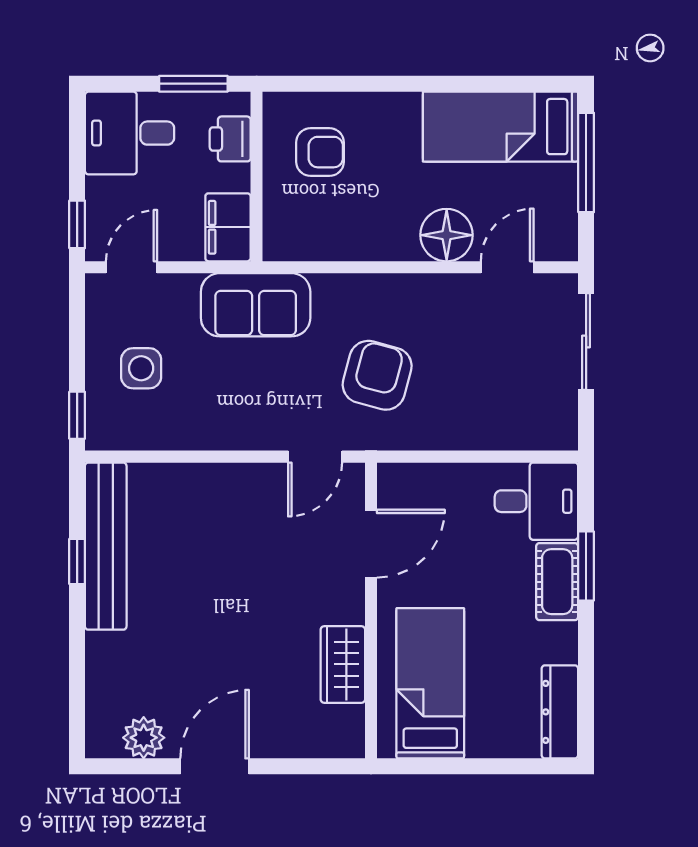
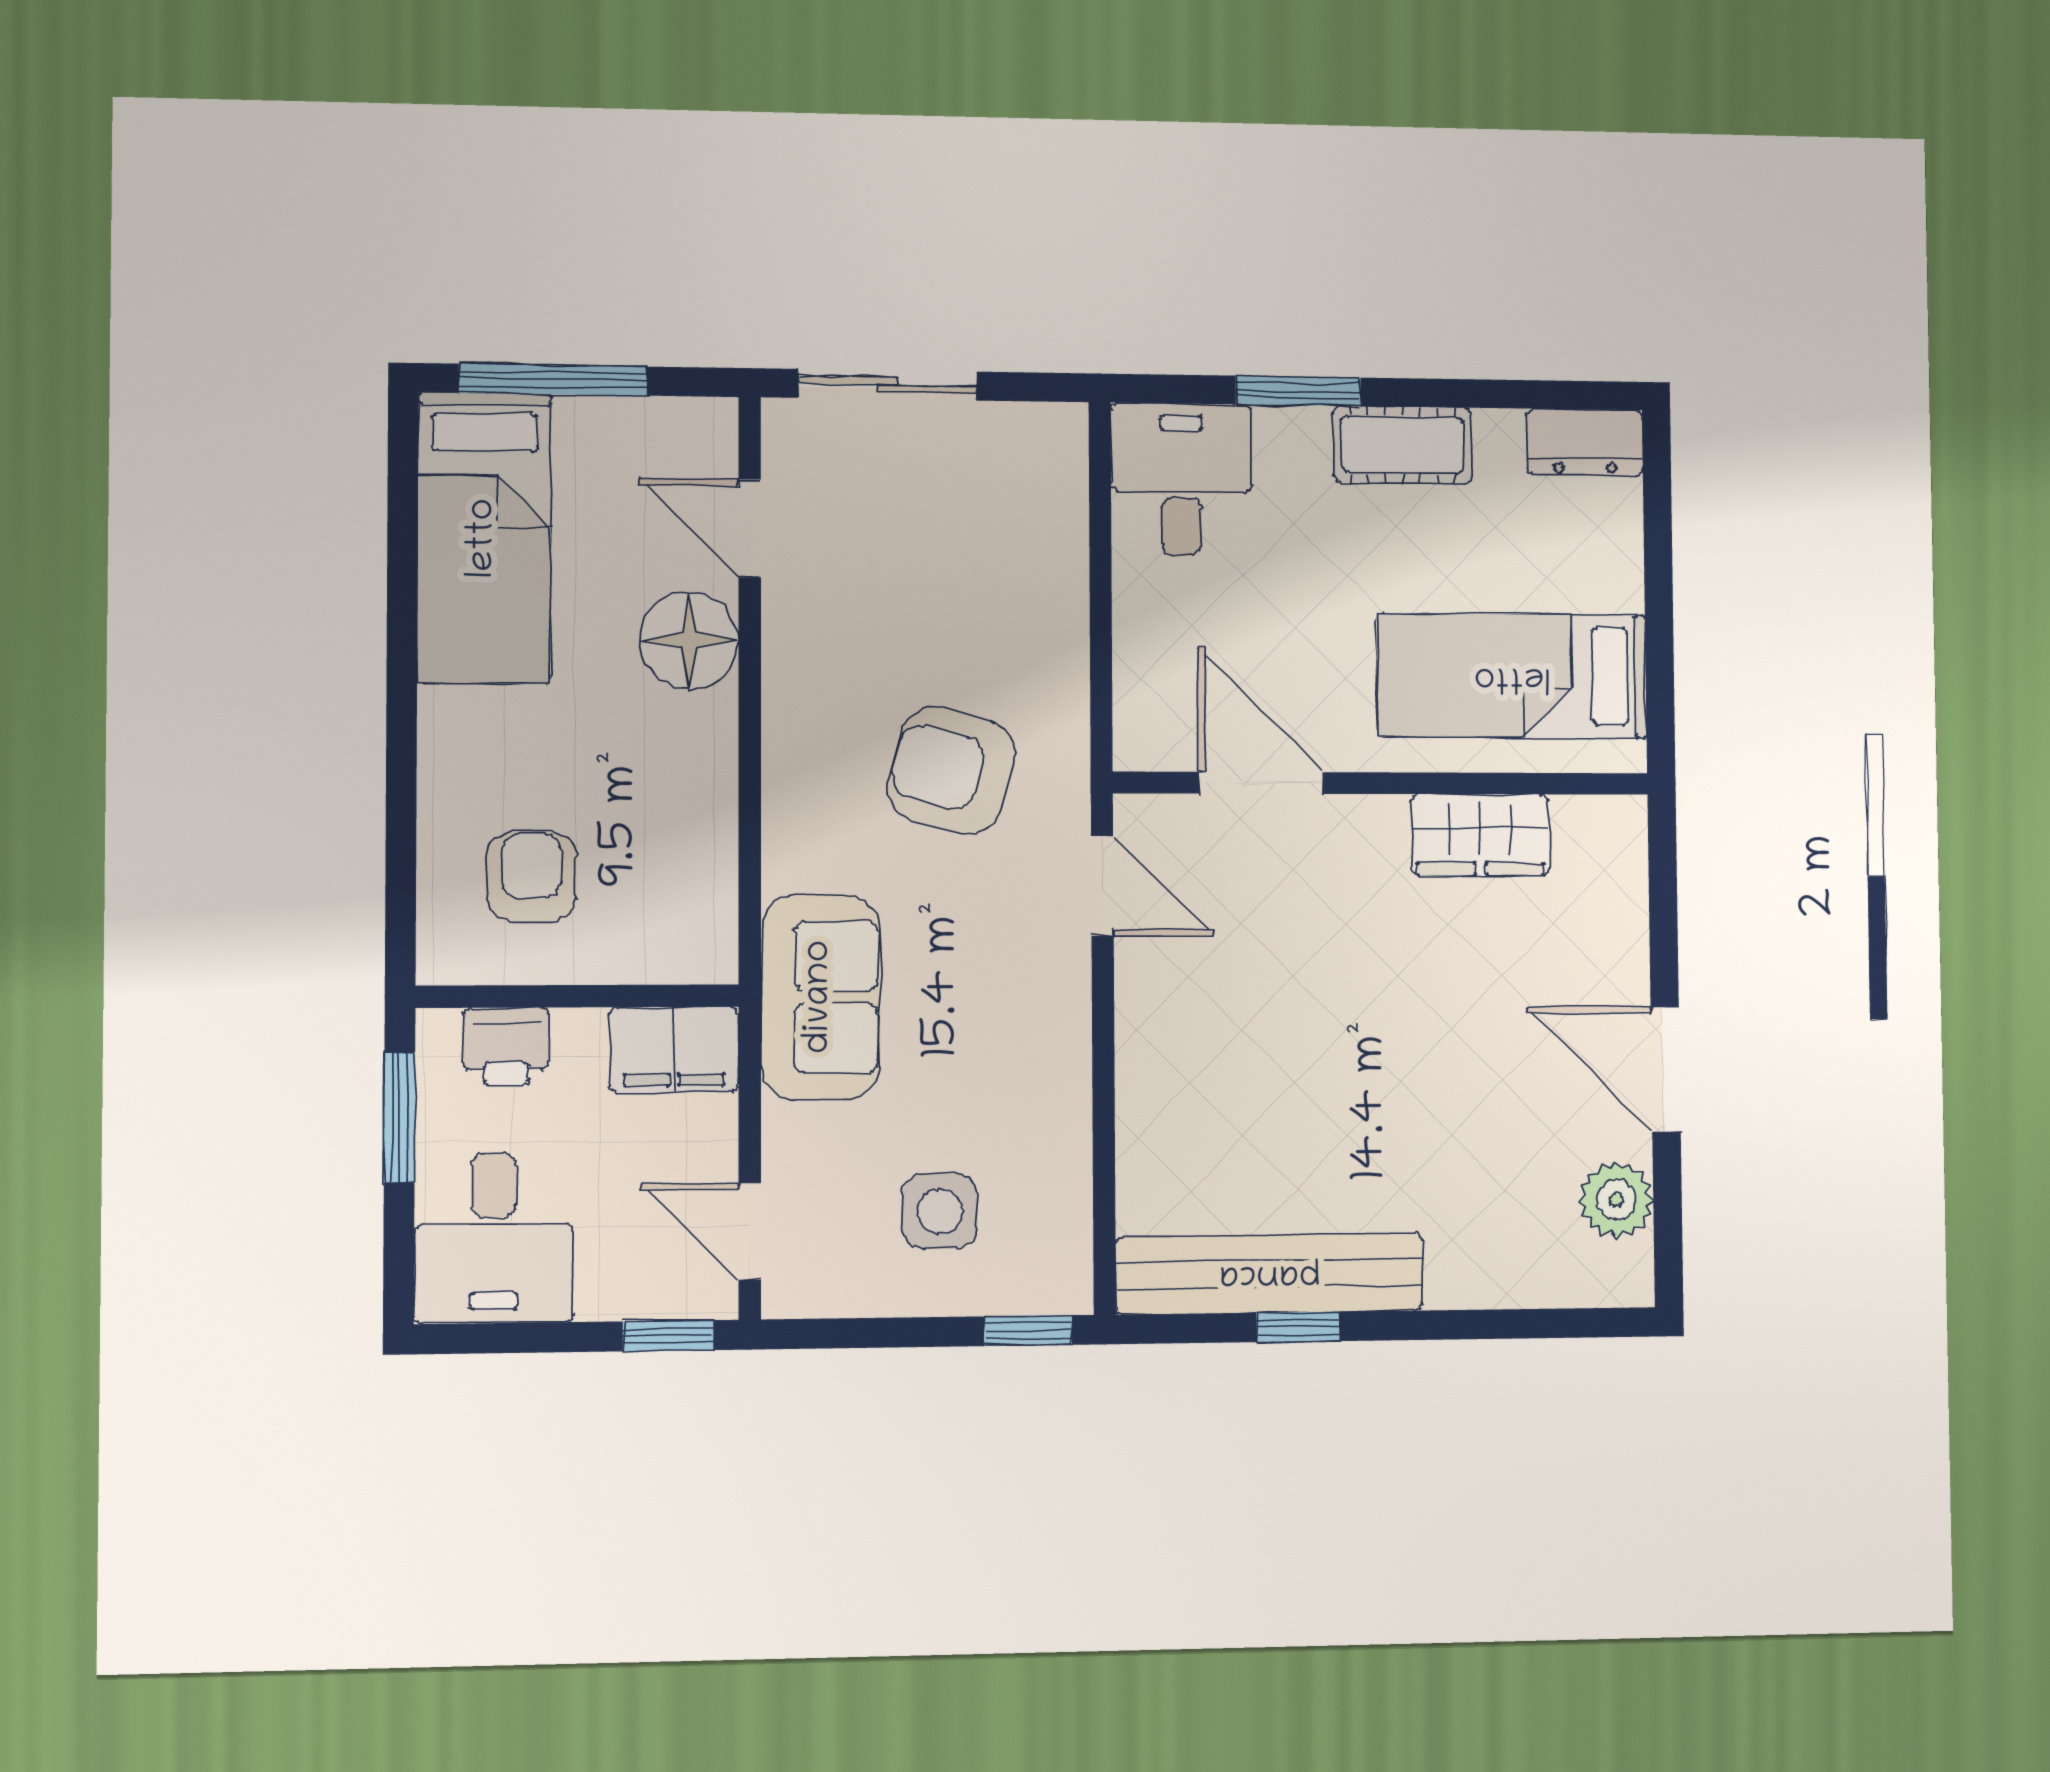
cot: (557, 582) -> (1402, 445), moved
dresser: (560, 712) -> (1585, 442), width x0.70

